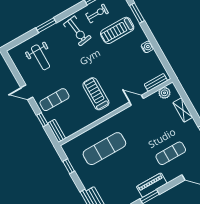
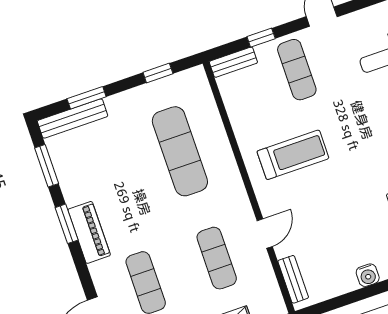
plant: (164, 93) -> (269, 293), removed
exercise mat: (153, 121) -> (217, 258), added

